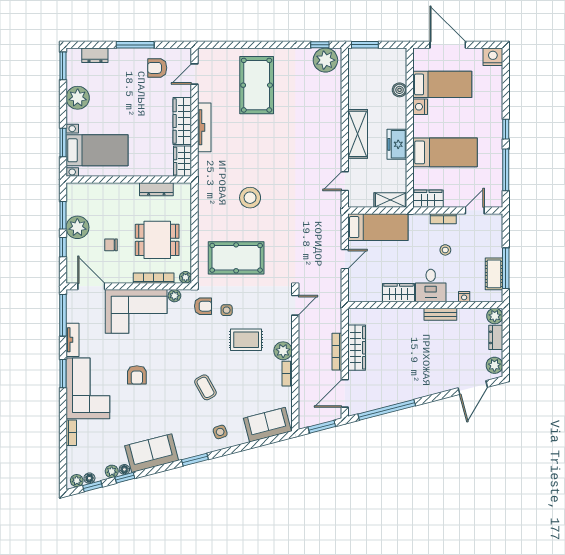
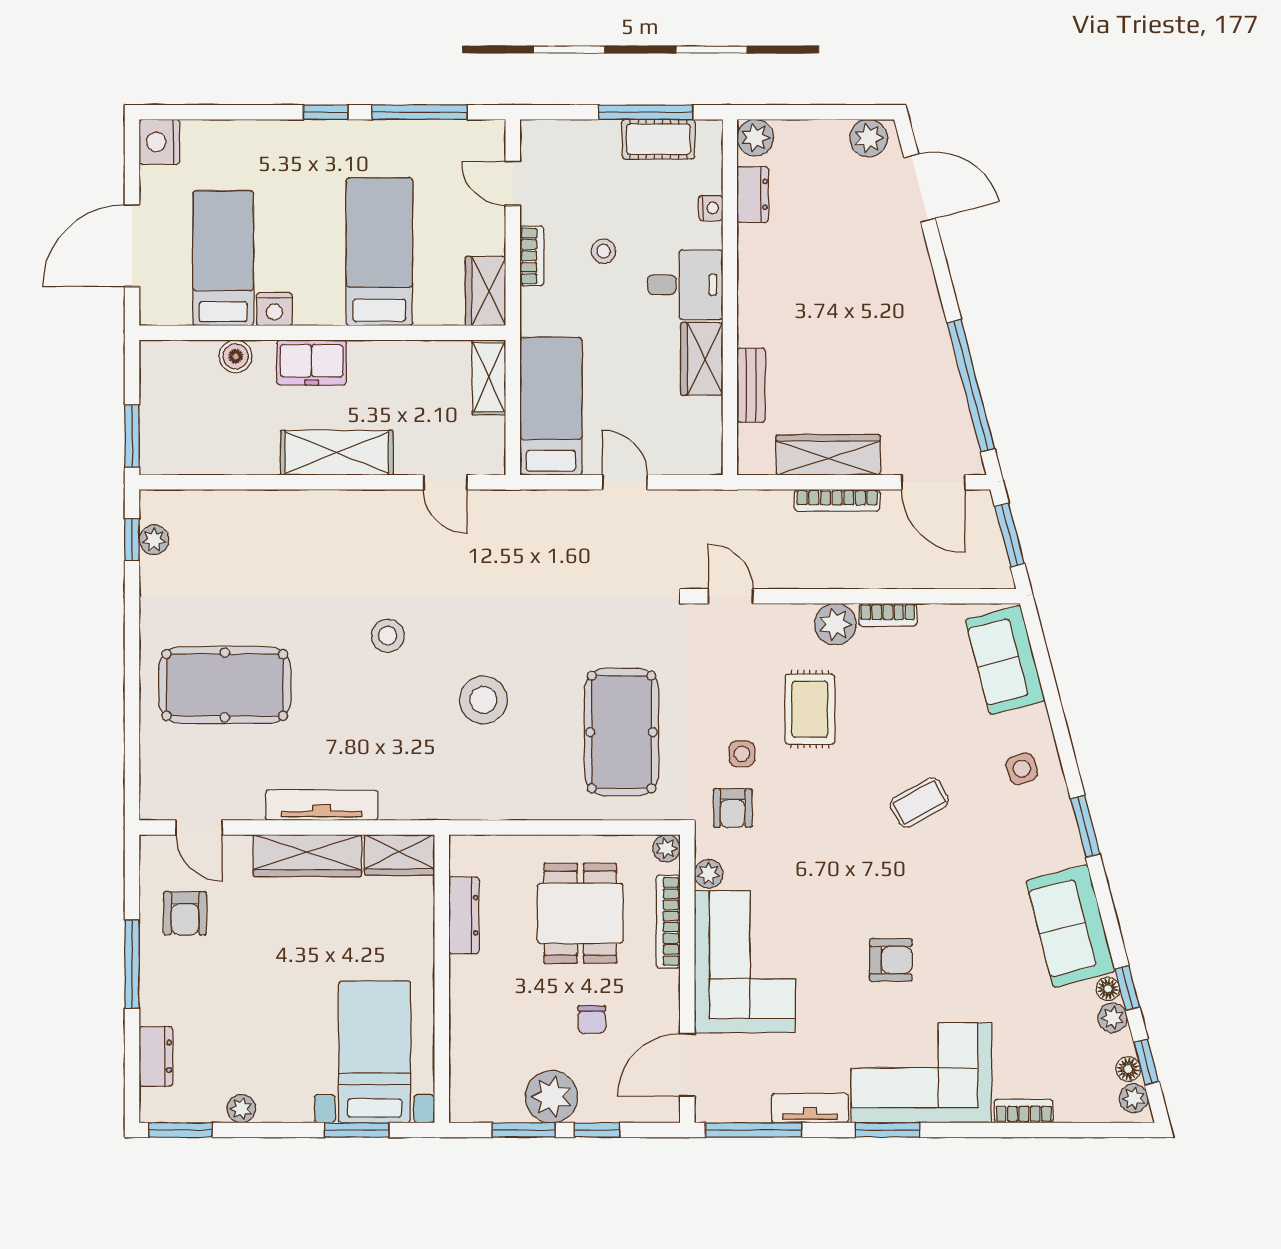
plant: (325, 60) -> (154, 540), width x0.53, depth x0.53
plant: (78, 98) -> (241, 1109), width x0.53, depth x0.53
freezer: (397, 144) -> (312, 363), moved
stool: (278, 156) -> (388, 636), added
armchair: (203, 306) -> (733, 808), turned 180
bench: (440, 314) -> (751, 385), moved
dresser: (496, 337) -> (753, 194), moved, turned -90

